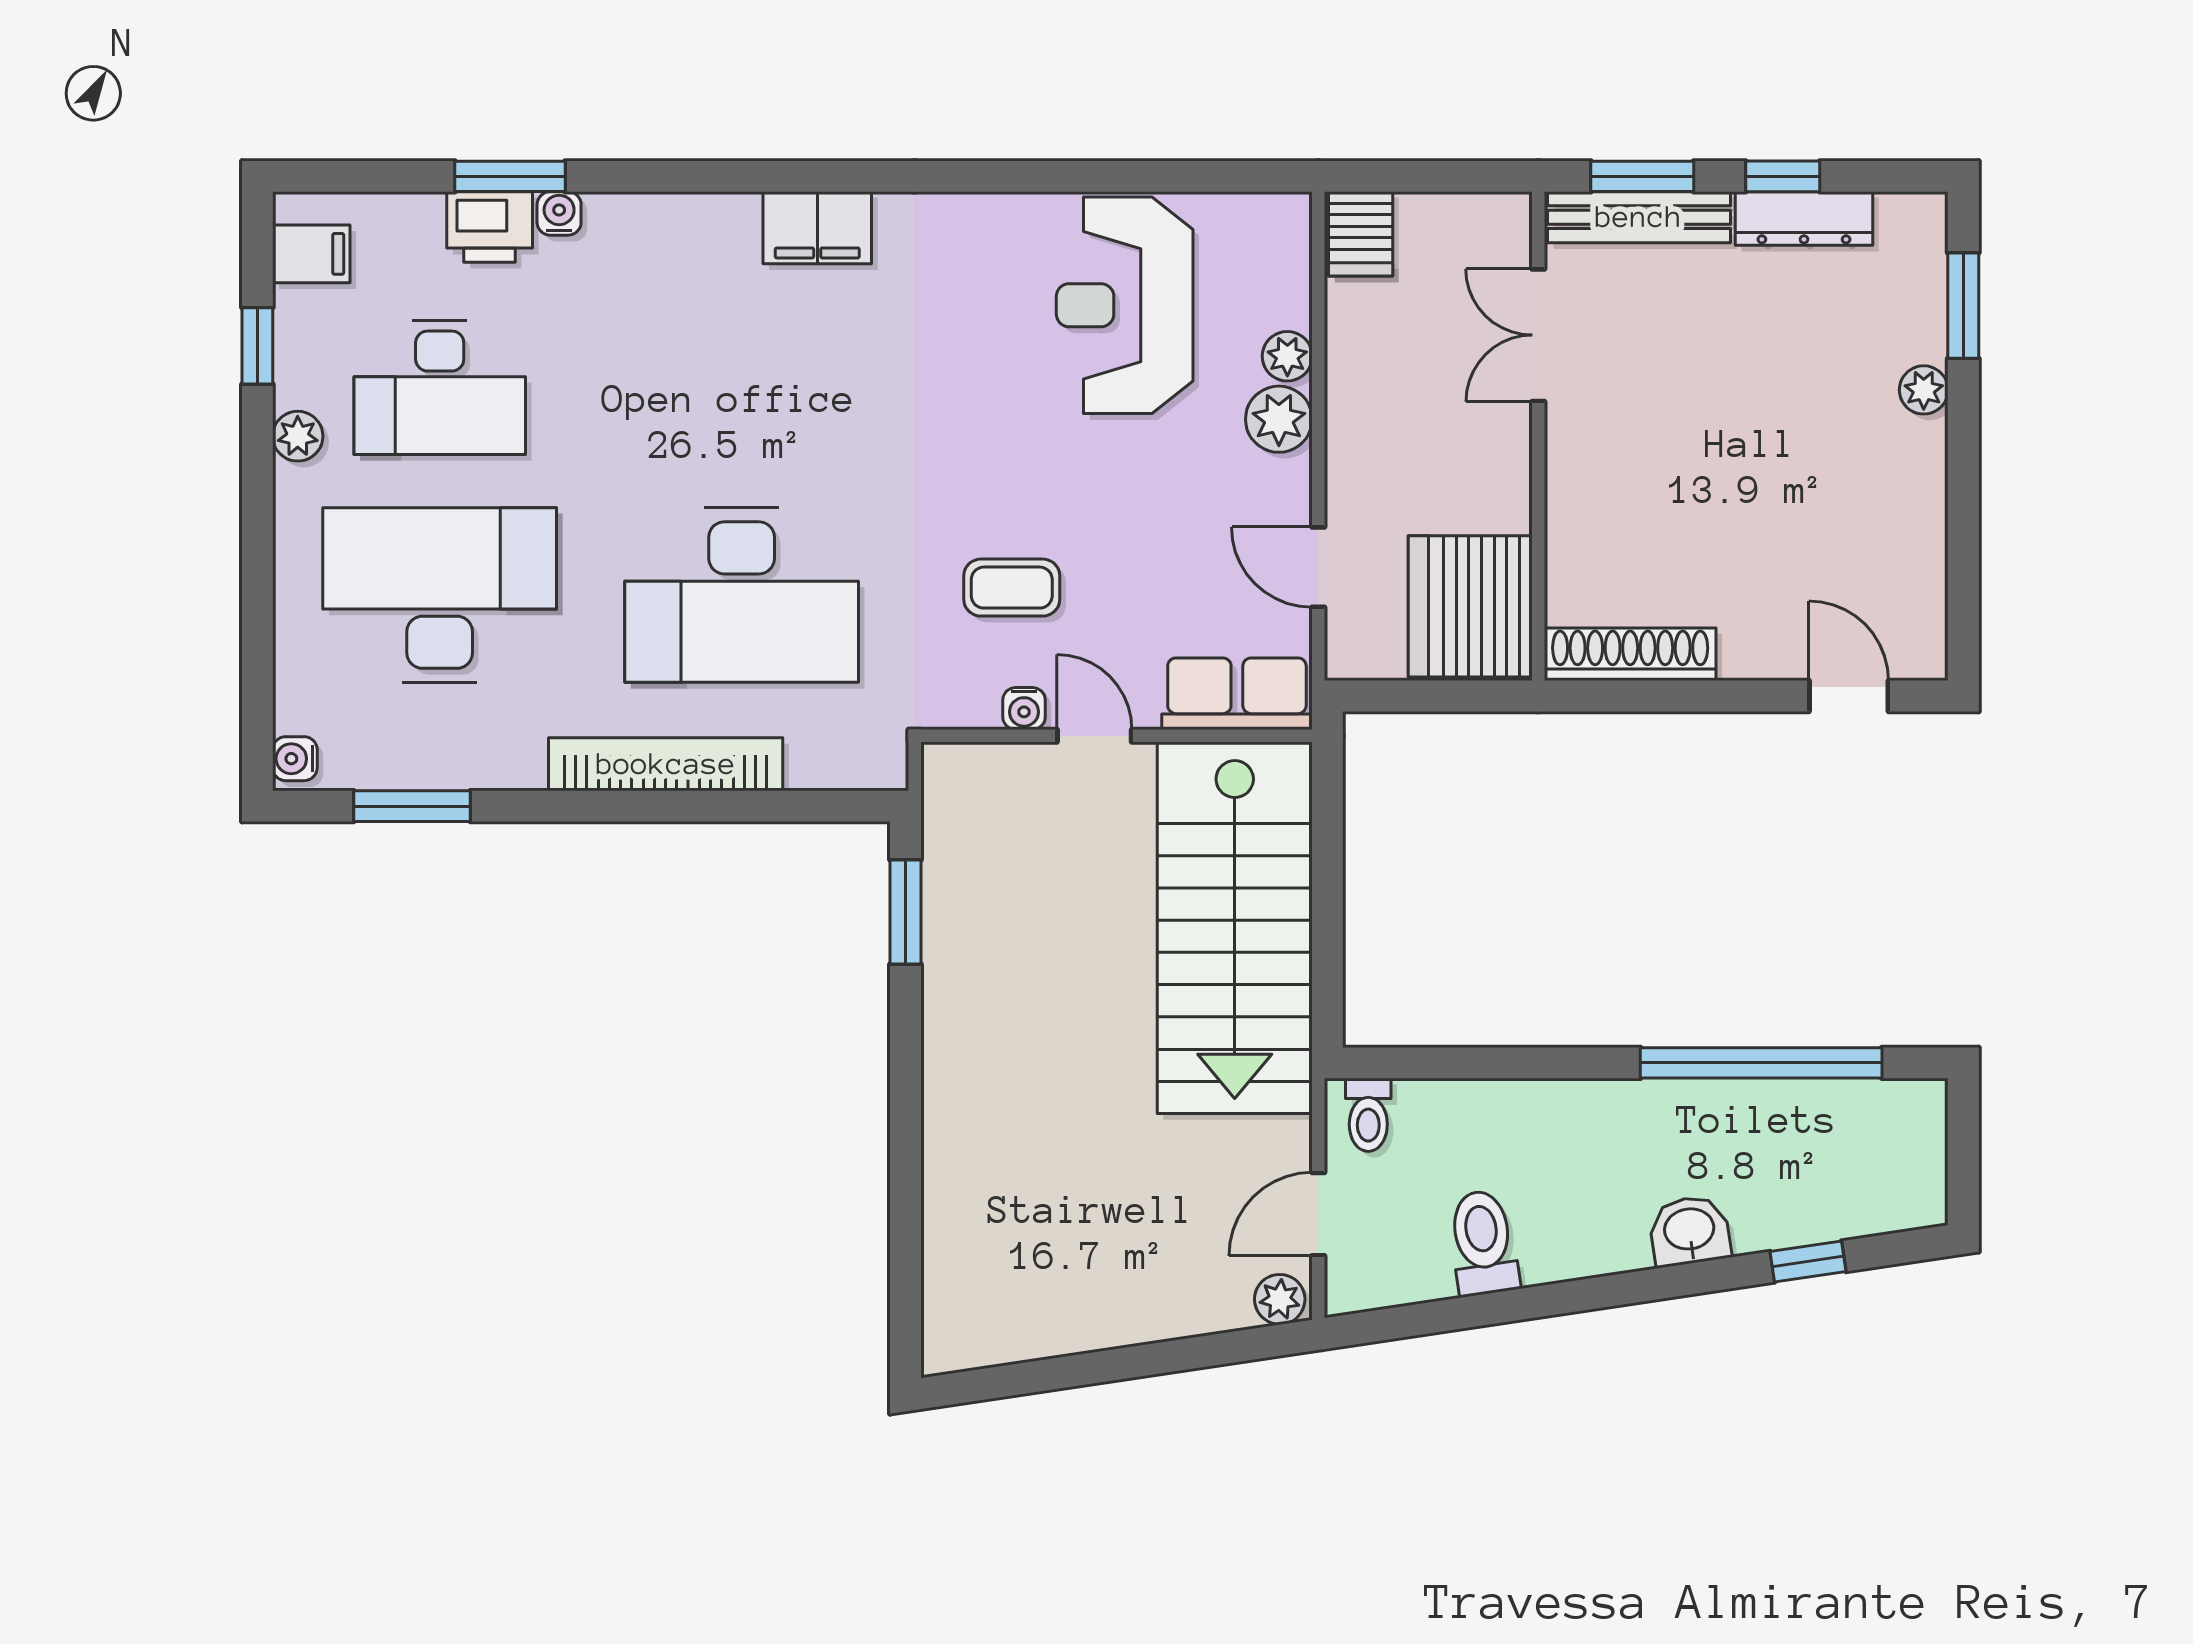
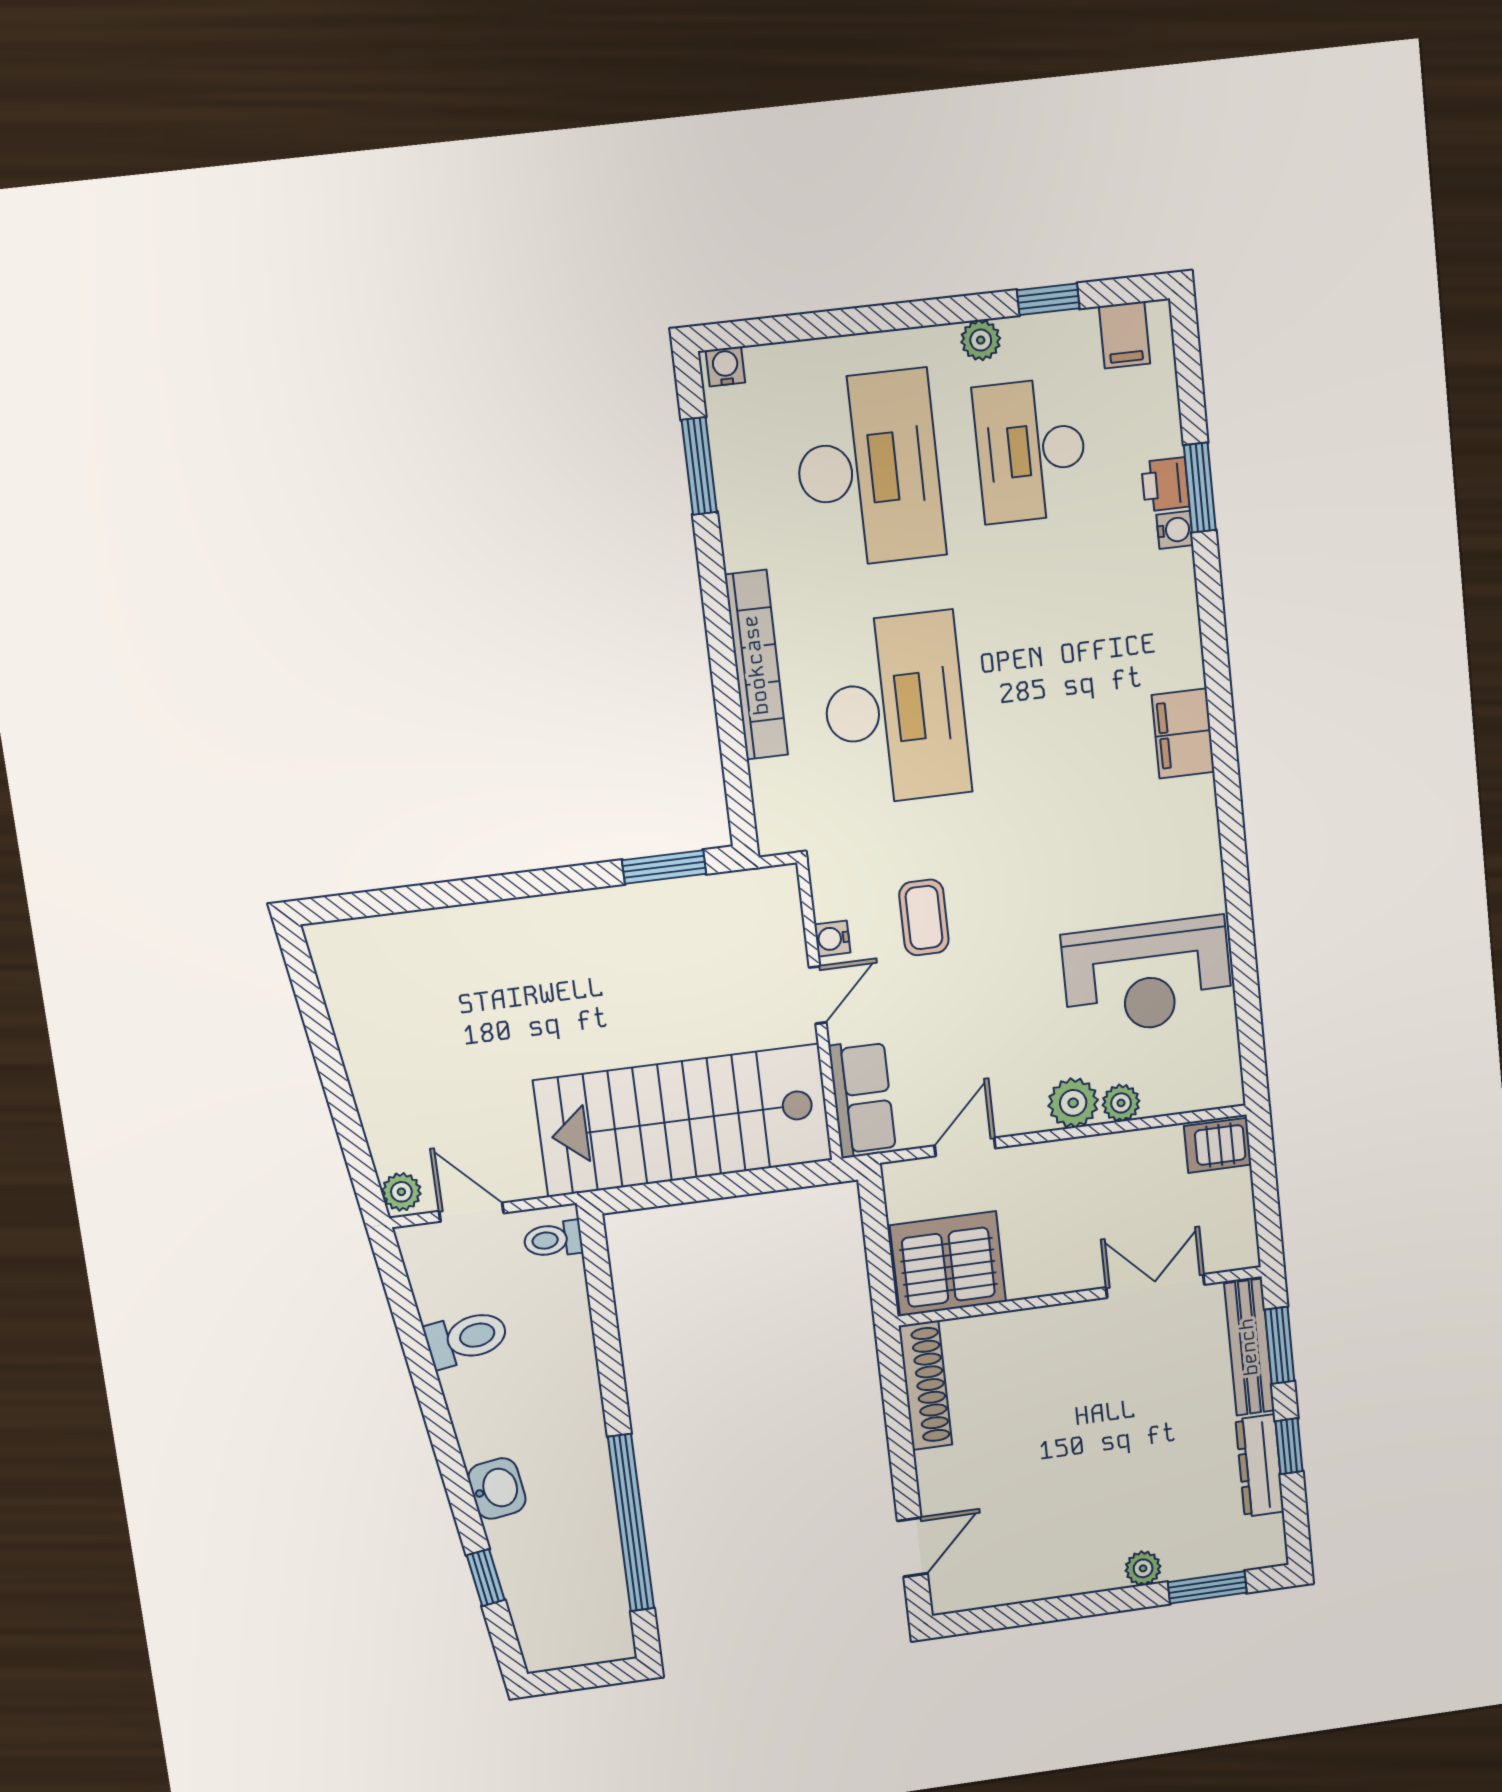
printer: (490, 227) -> (1165, 484), width x0.73, depth x0.81
reception desk: (1125, 305) -> (1147, 976), turned 180
desk: (742, 595) -> (895, 709), turned 180

